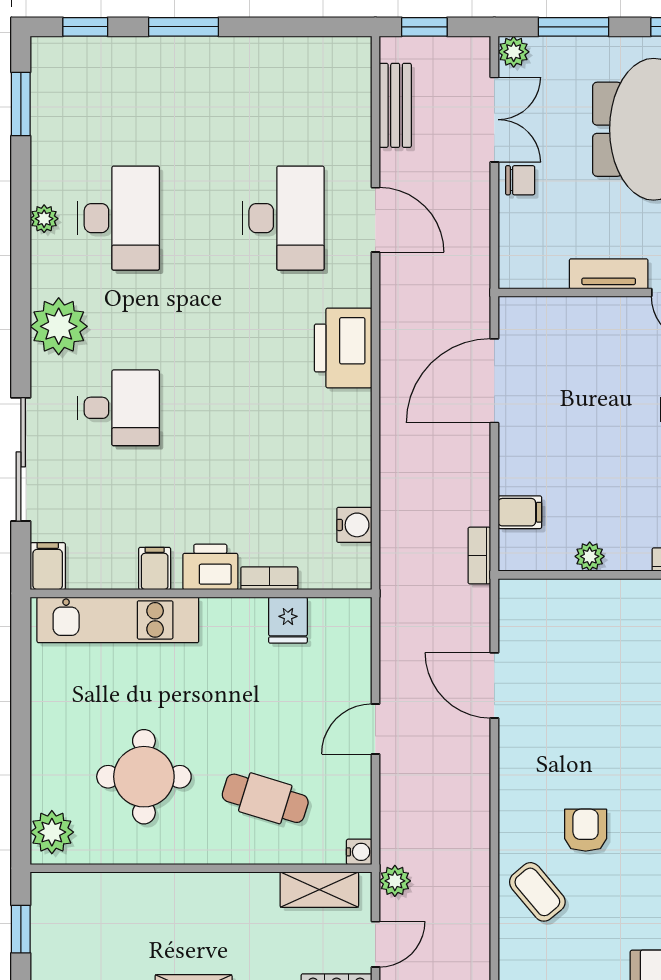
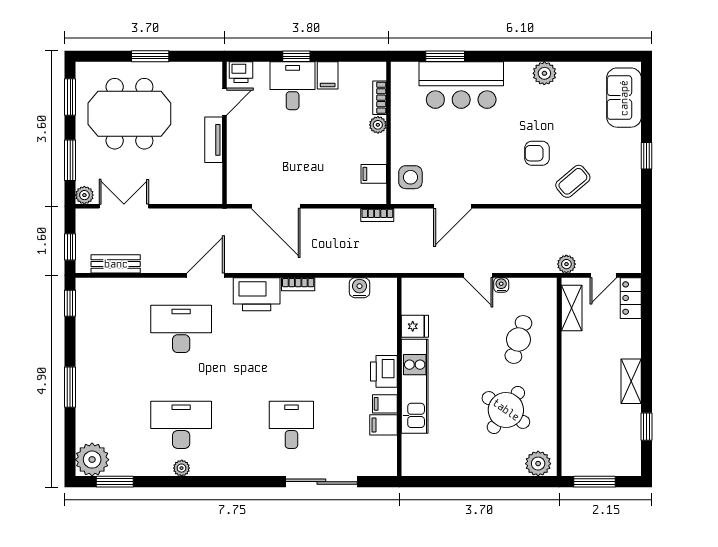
window: (85, 27) -> (70, 303), moved
chair: (520, 180) -> (159, 191), removed
door: (375, 220) -> (206, 275), moved
plant: (59, 326) -> (92, 460), moved
filing cabinet: (520, 512) -> (374, 174), moved, turned -90
plant: (590, 556) -> (378, 125), moved
filing cabinet: (48, 566) -> (384, 425), moved
bookcase: (269, 578) -> (298, 284), moved, turned -90
side table: (544, 613) -> (410, 177), added
kitchen unit: (118, 620) -> (415, 386), moved
round table: (144, 777) -> (506, 410), turned 35
water cooler: (359, 852) -> (501, 285), moved
window: (21, 929) -> (595, 482), width x1.50
door: (375, 944) -> (603, 275), swing flipped

